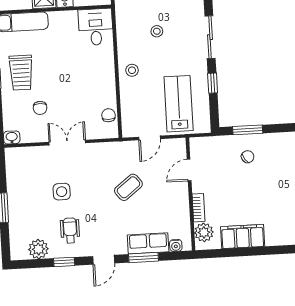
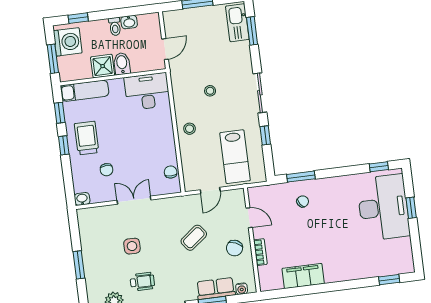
desk: (96, 27) -> (147, 91), width x1.37
trolley: (21, 73) -> (87, 138), turned 180
lab bench: (179, 104) -> (235, 157), turned 180
door: (189, 170) -> (249, 218), swing flipped
chair: (171, 201) -> (234, 248), added
wheelchair: (70, 230) -> (142, 282), turned 90
plant: (204, 232) -> (267, 275), removed

